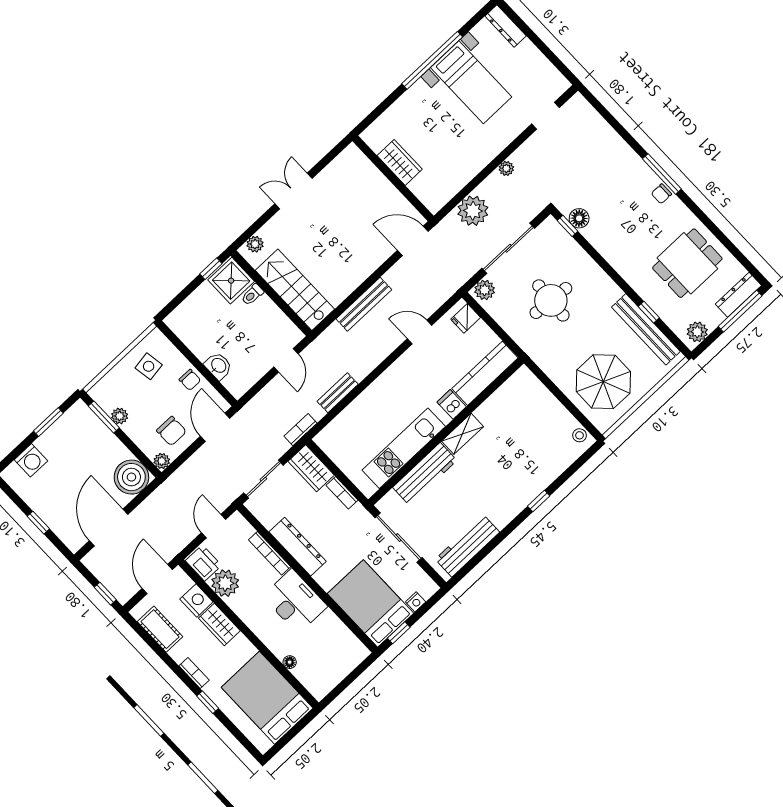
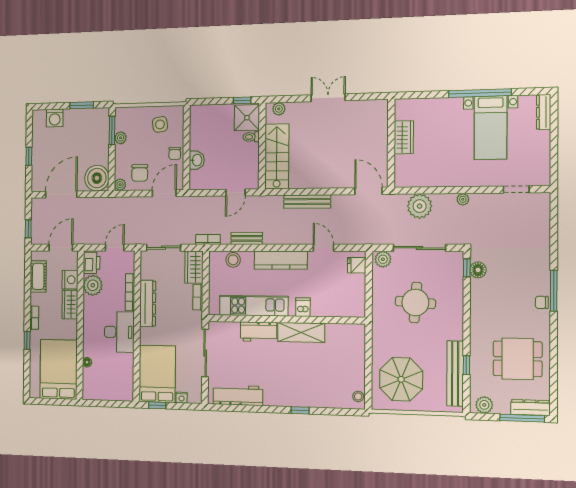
kitchen counter: (485, 373) -> (281, 260), moved, turned 180
stool: (343, 425) -> (233, 260), added
shelving: (462, 434) -> (301, 332), width x1.50, depth x1.33
workbench: (425, 474) -> (259, 332), width x0.73

